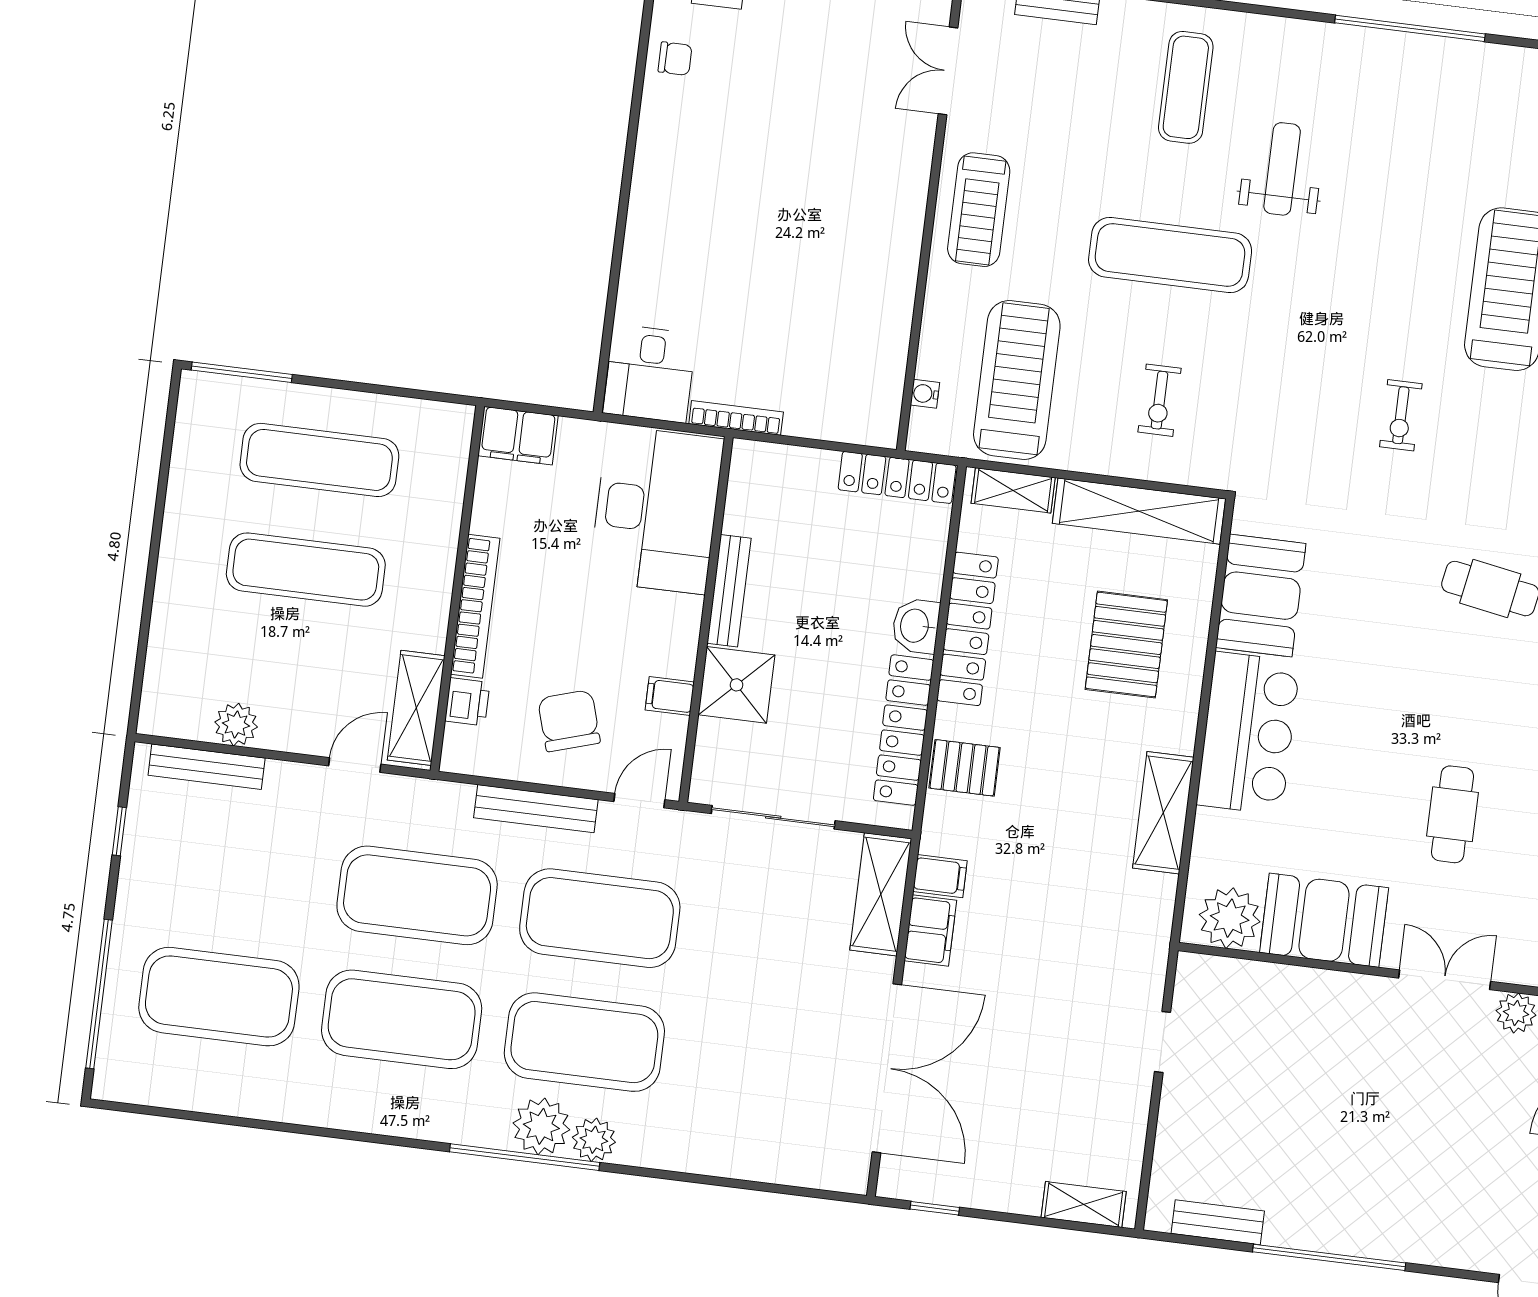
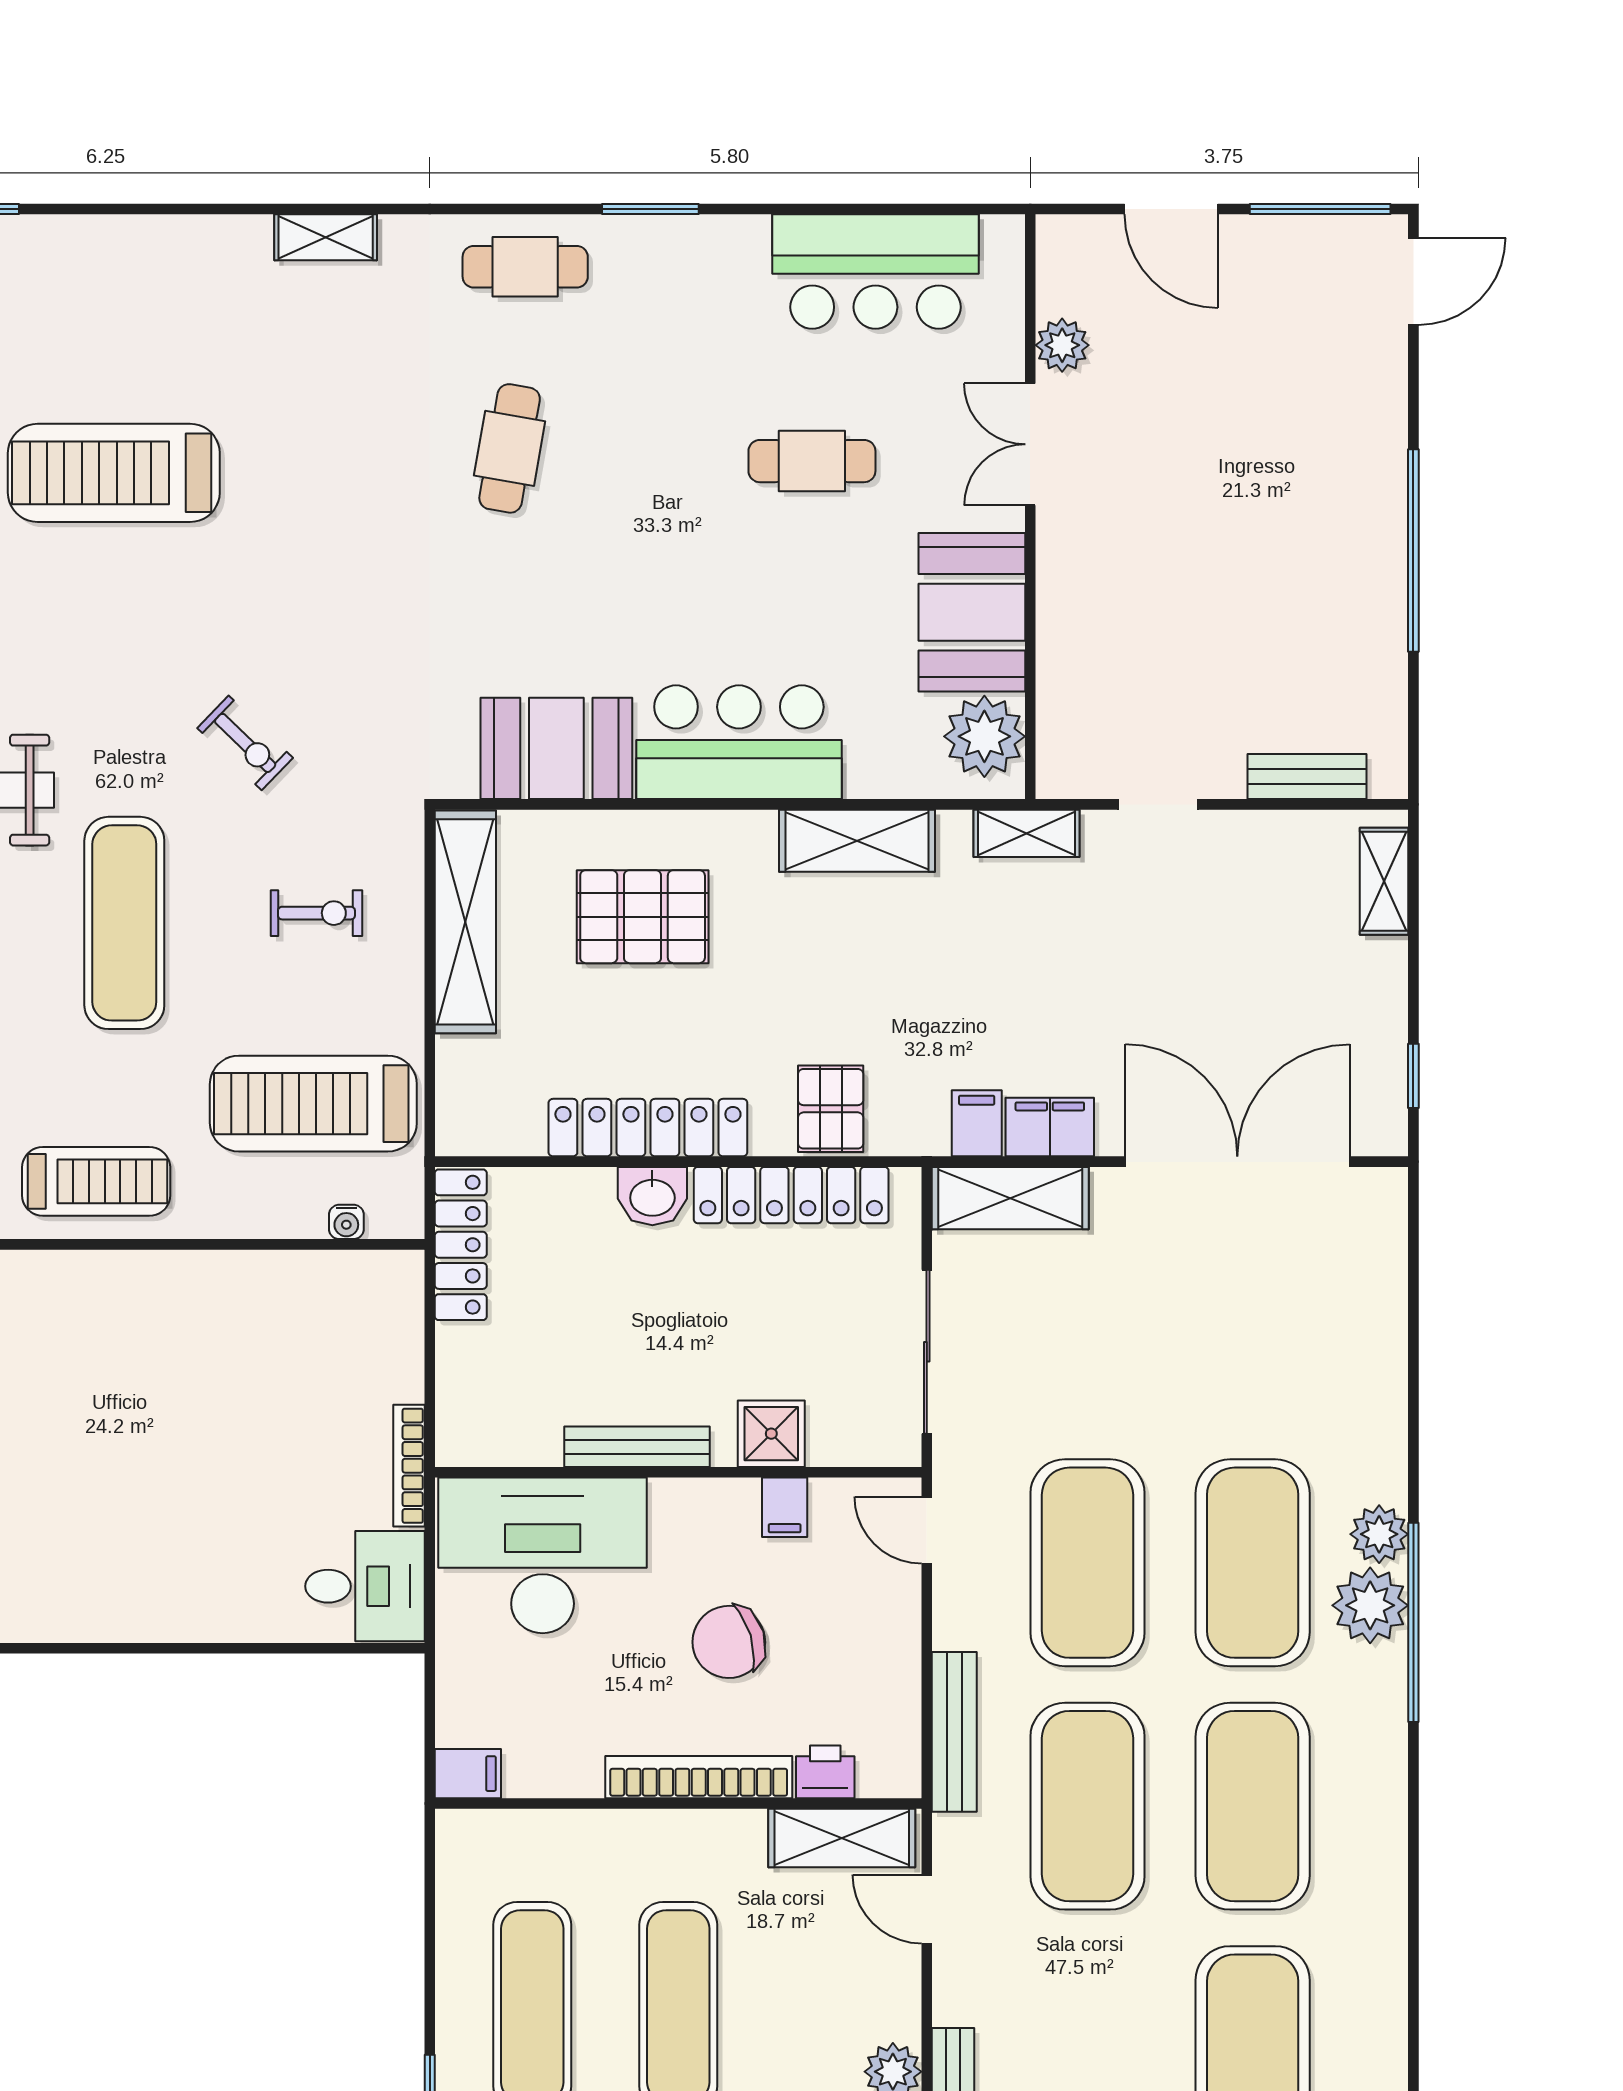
exercise bike: (1401, 415) -> (245, 743), moved, turned 44
filing cabinet: (518, 436) -> (468, 1774), width x0.50
shelving: (1013, 490) -> (1027, 833), moved, turned 90
shower: (737, 685) -> (771, 1434), width x0.73, depth x0.73
chair: (569, 721) -> (729, 1642), moved
bench: (536, 809) -> (954, 1732), moved
bench: (1218, 1222) -> (1307, 777), moved, turned 90

